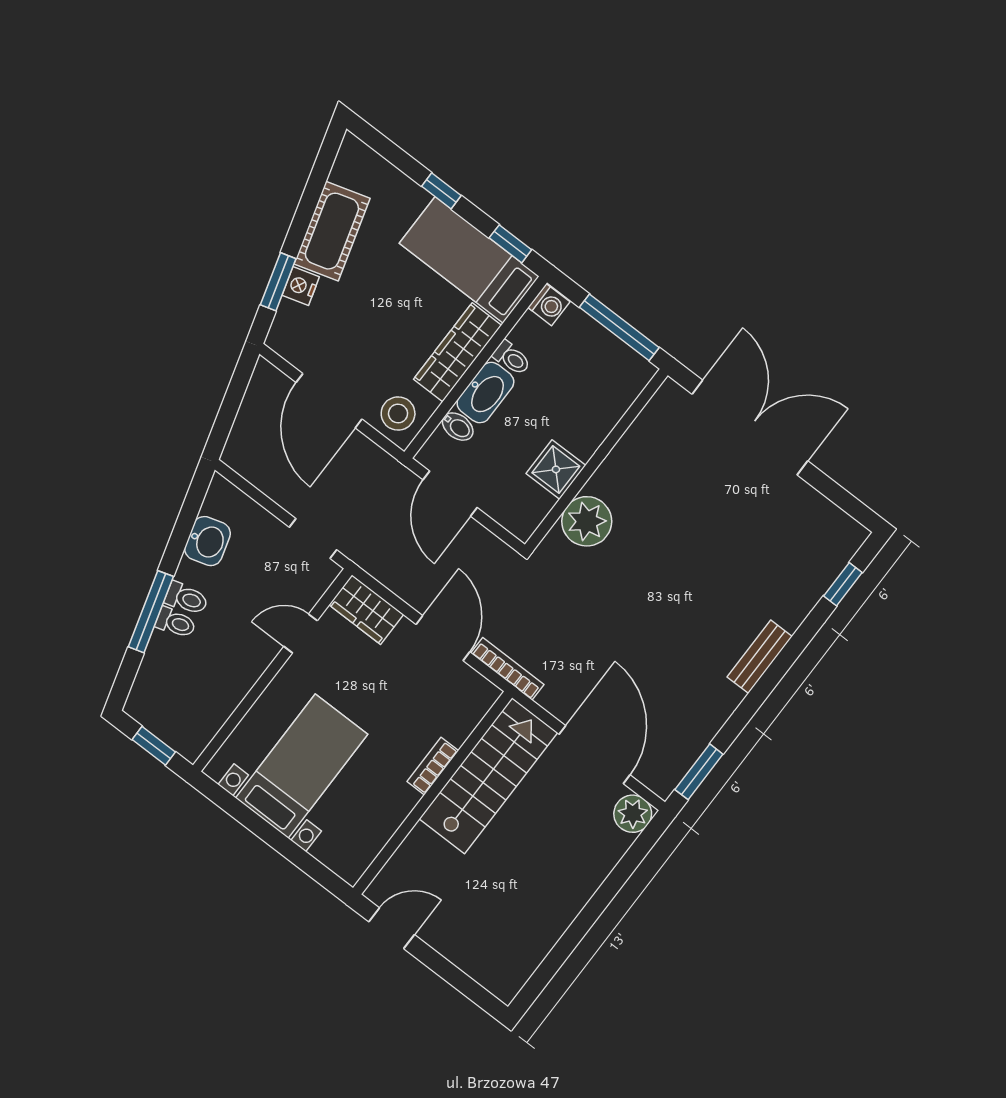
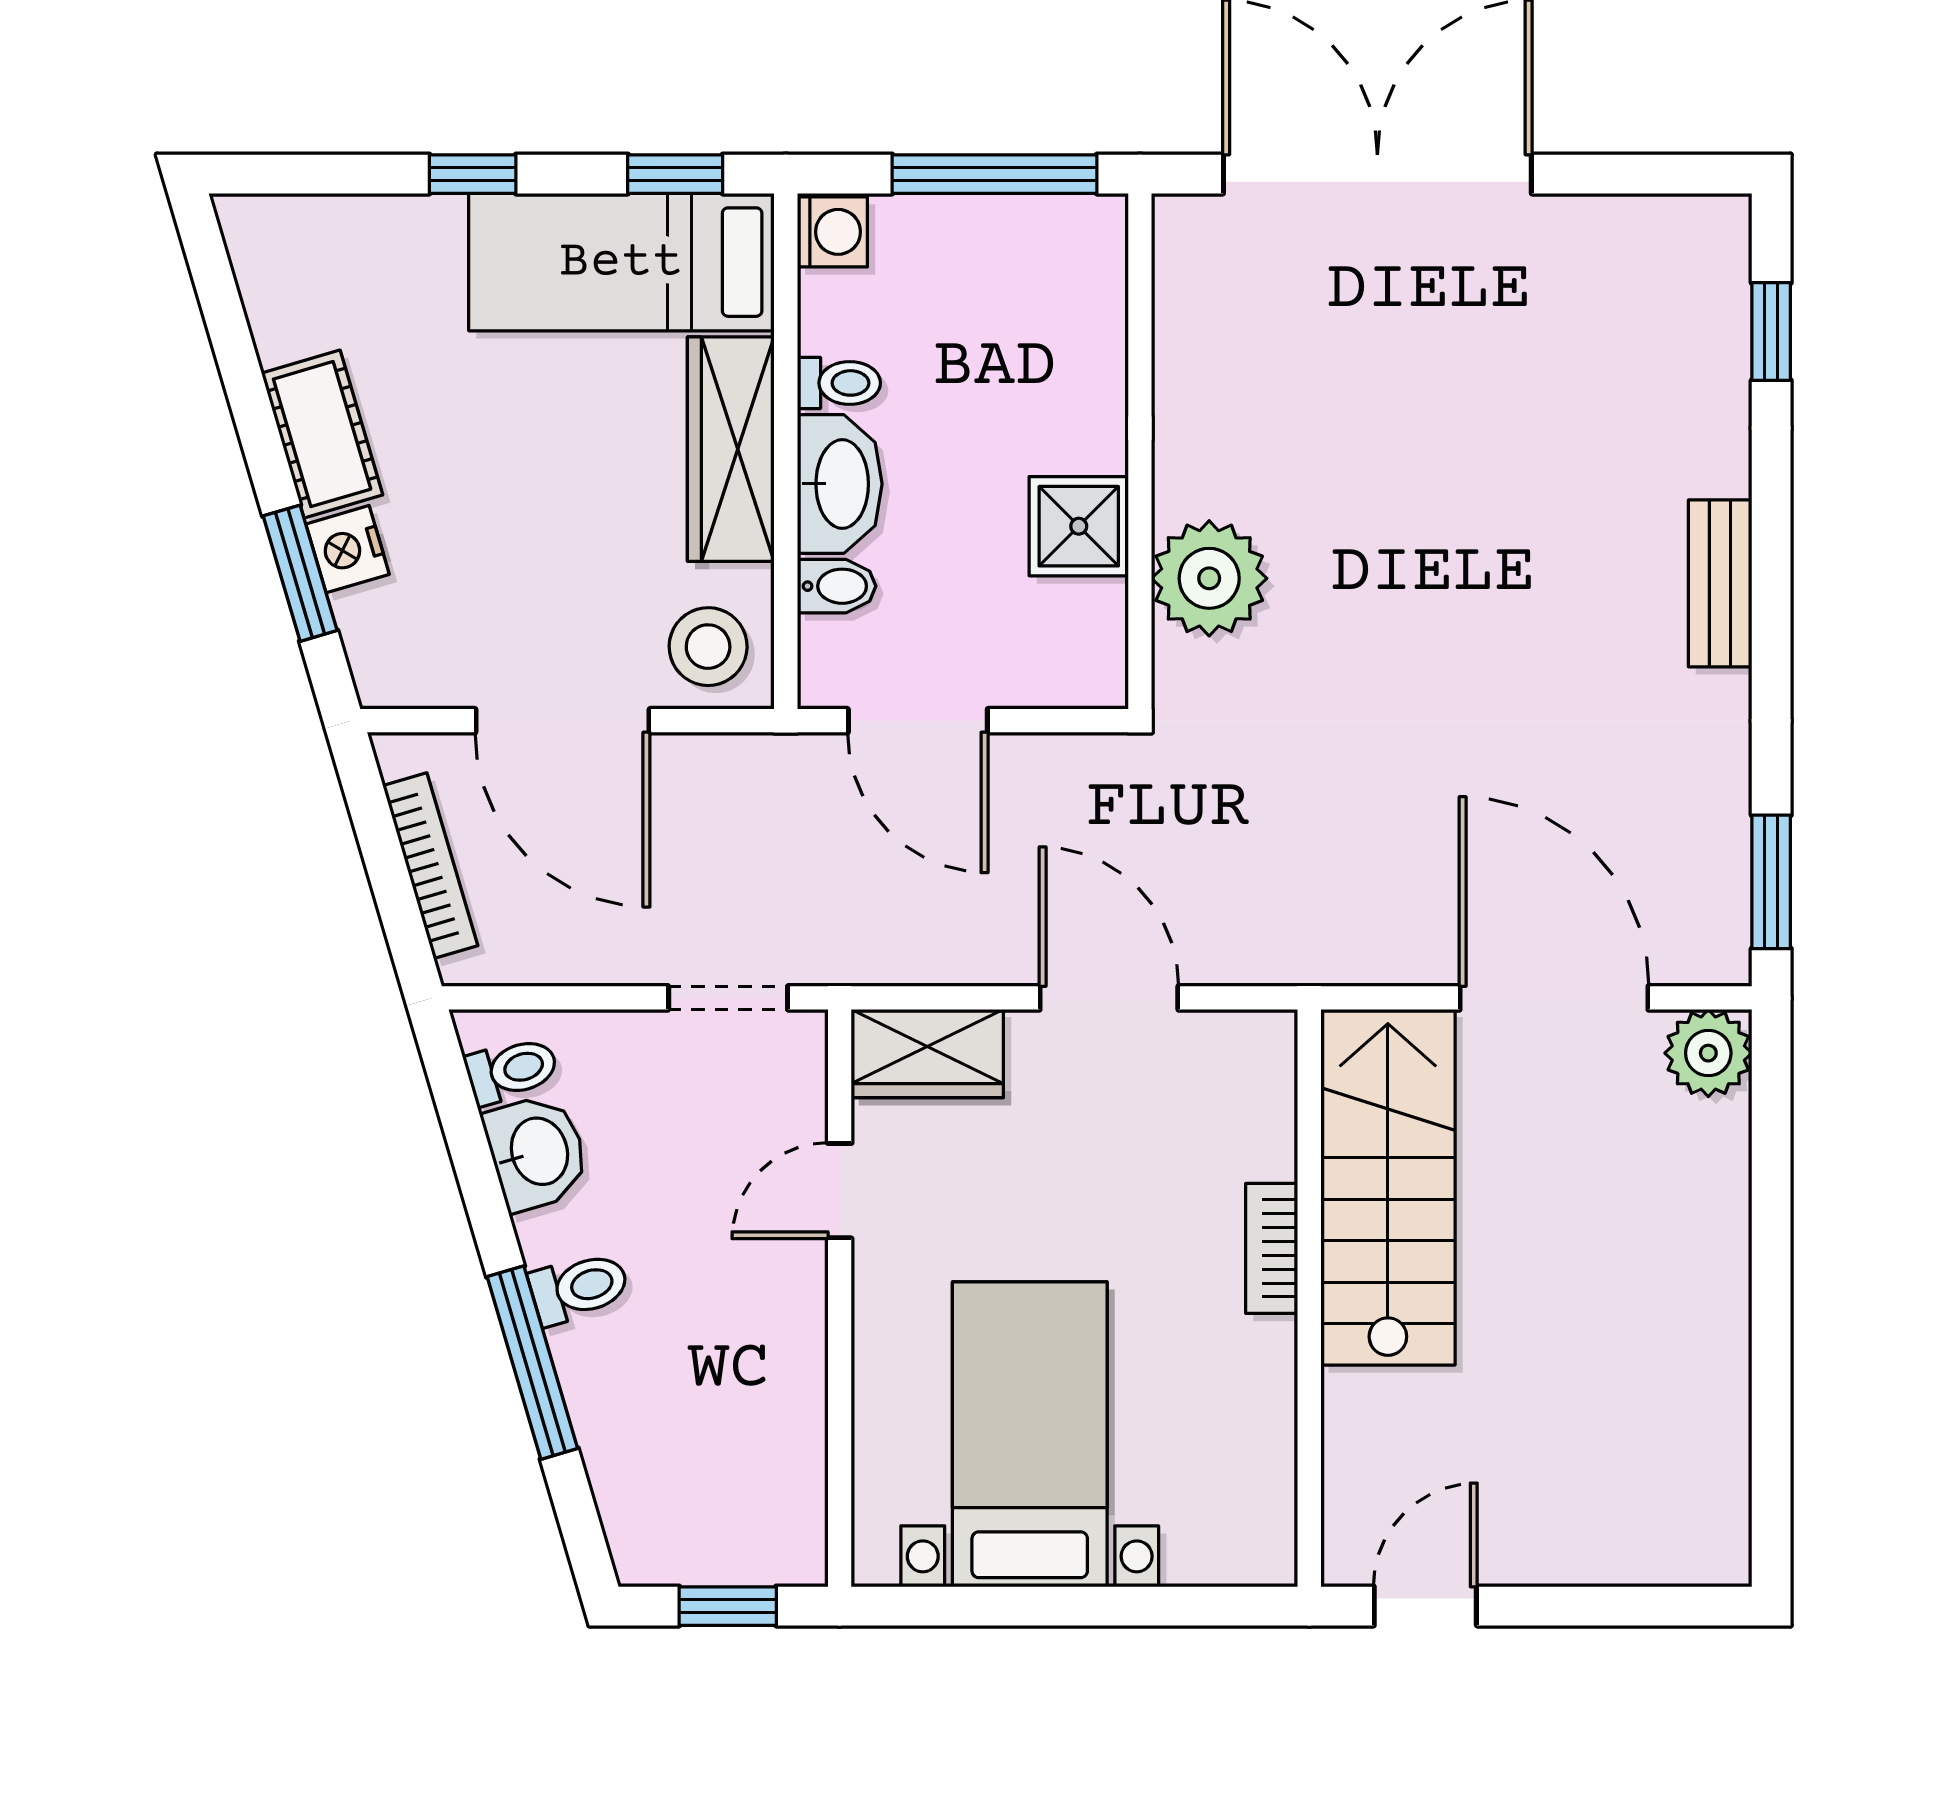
cot: (332, 231) -> (322, 434), width x0.73, depth x0.75
toilet: (176, 623) -> (512, 1070), moved
bookcase: (507, 669) -> (430, 866), moved, turned 74

